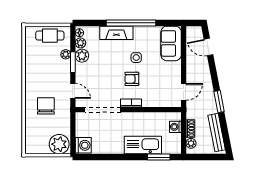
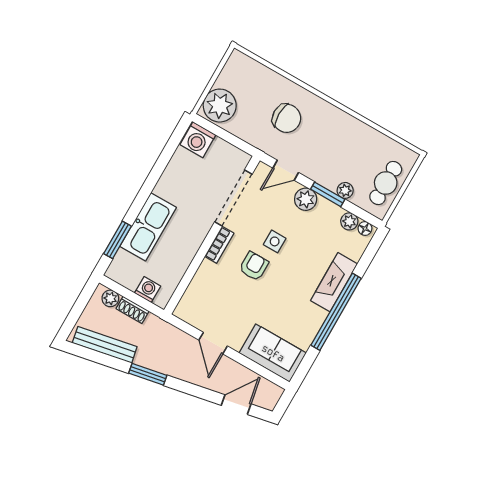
plant: (82, 56) -> (306, 199), moved
side table: (136, 58) -> (275, 241), moved
door: (184, 92) -> (213, 343), moved

